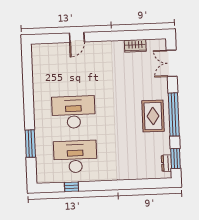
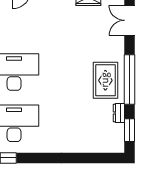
dresser: (167, 163) -> (119, 113), moved

